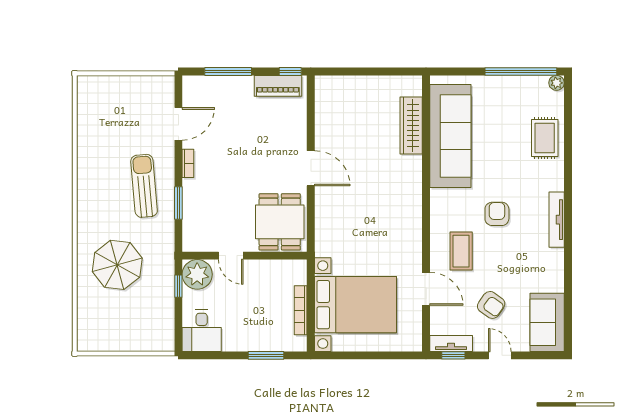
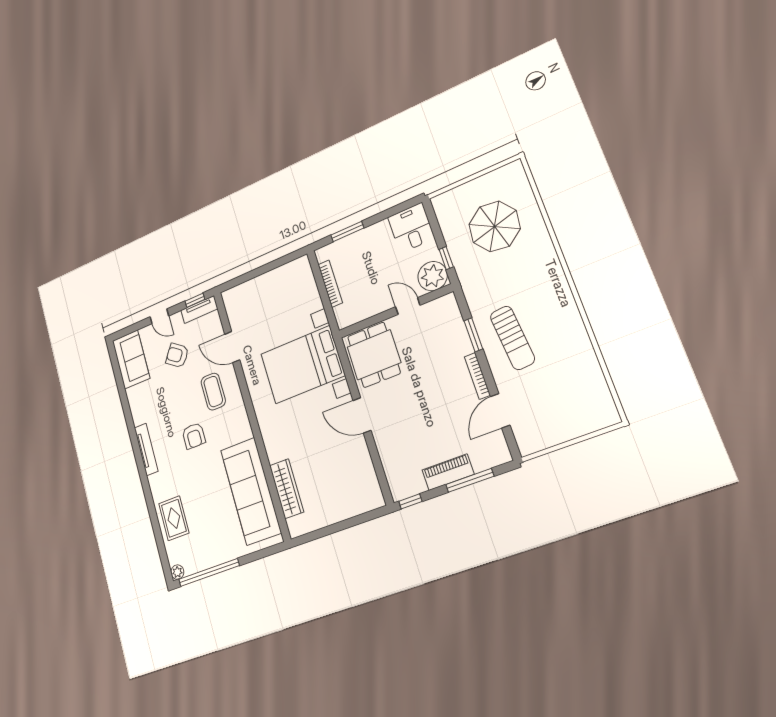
piano: (278, 86) -> (448, 472), moved
bookcase: (188, 163) -> (477, 376), width x1.56
parasol: (117, 265) -> (495, 226), moved
bed with nightstands: (355, 305) -> (303, 365), moved

